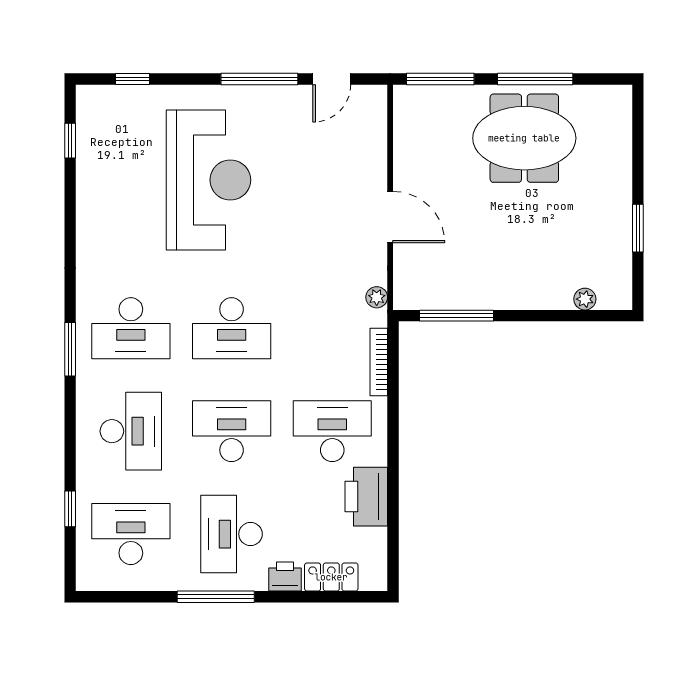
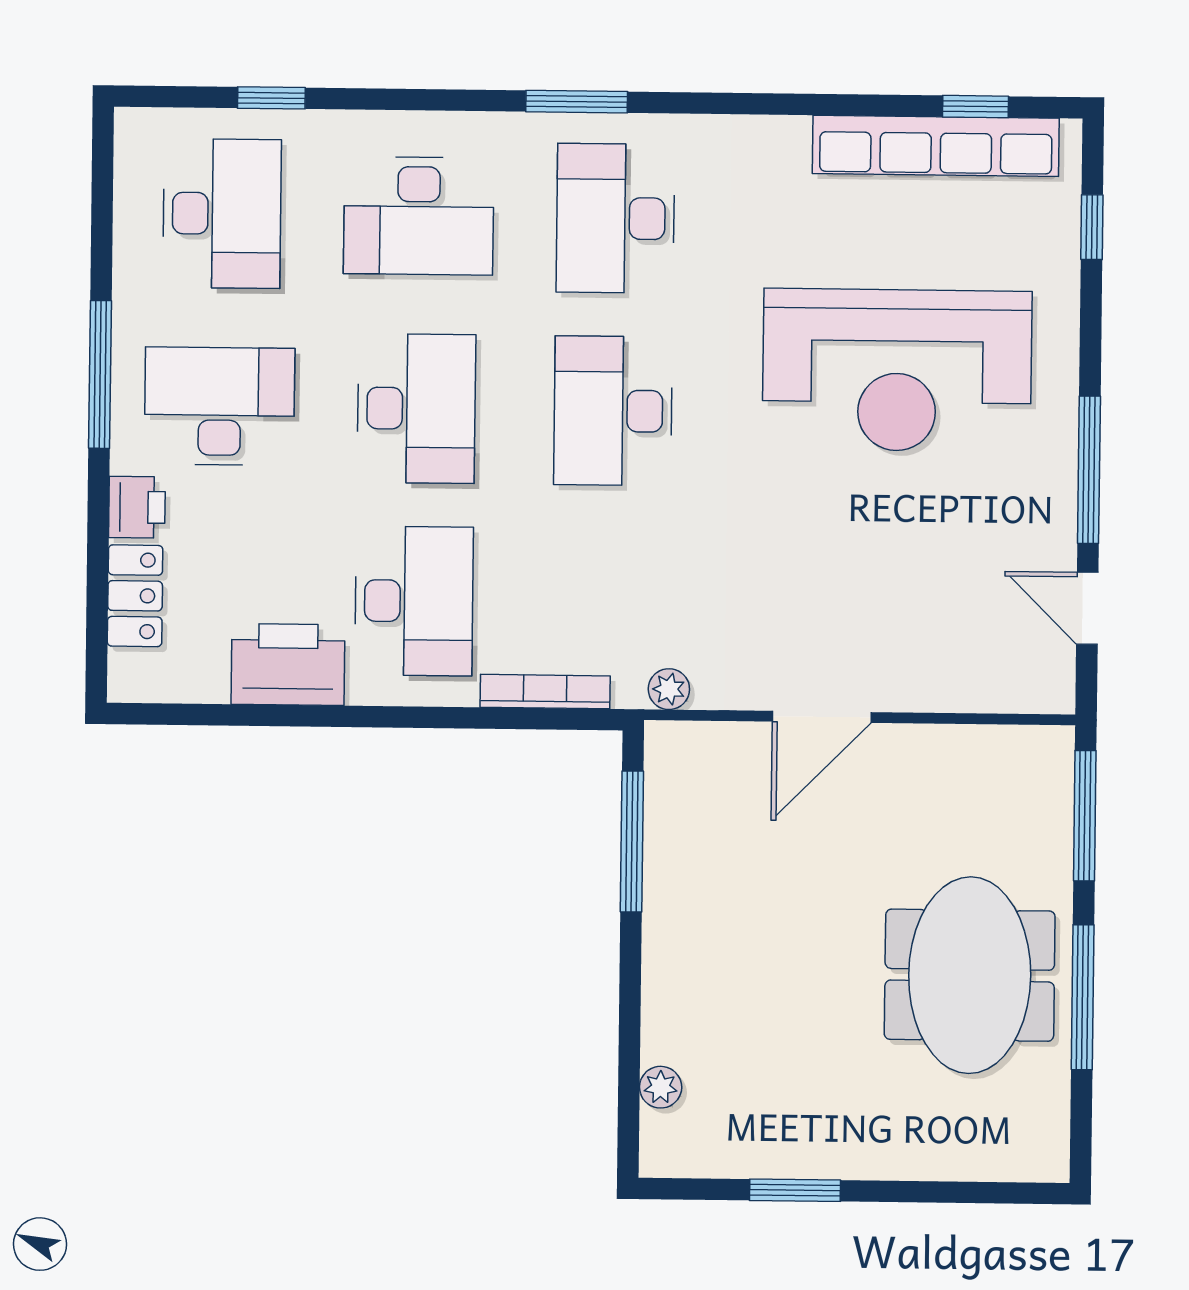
row of seats: (91, 161) -> (936, 146), added

